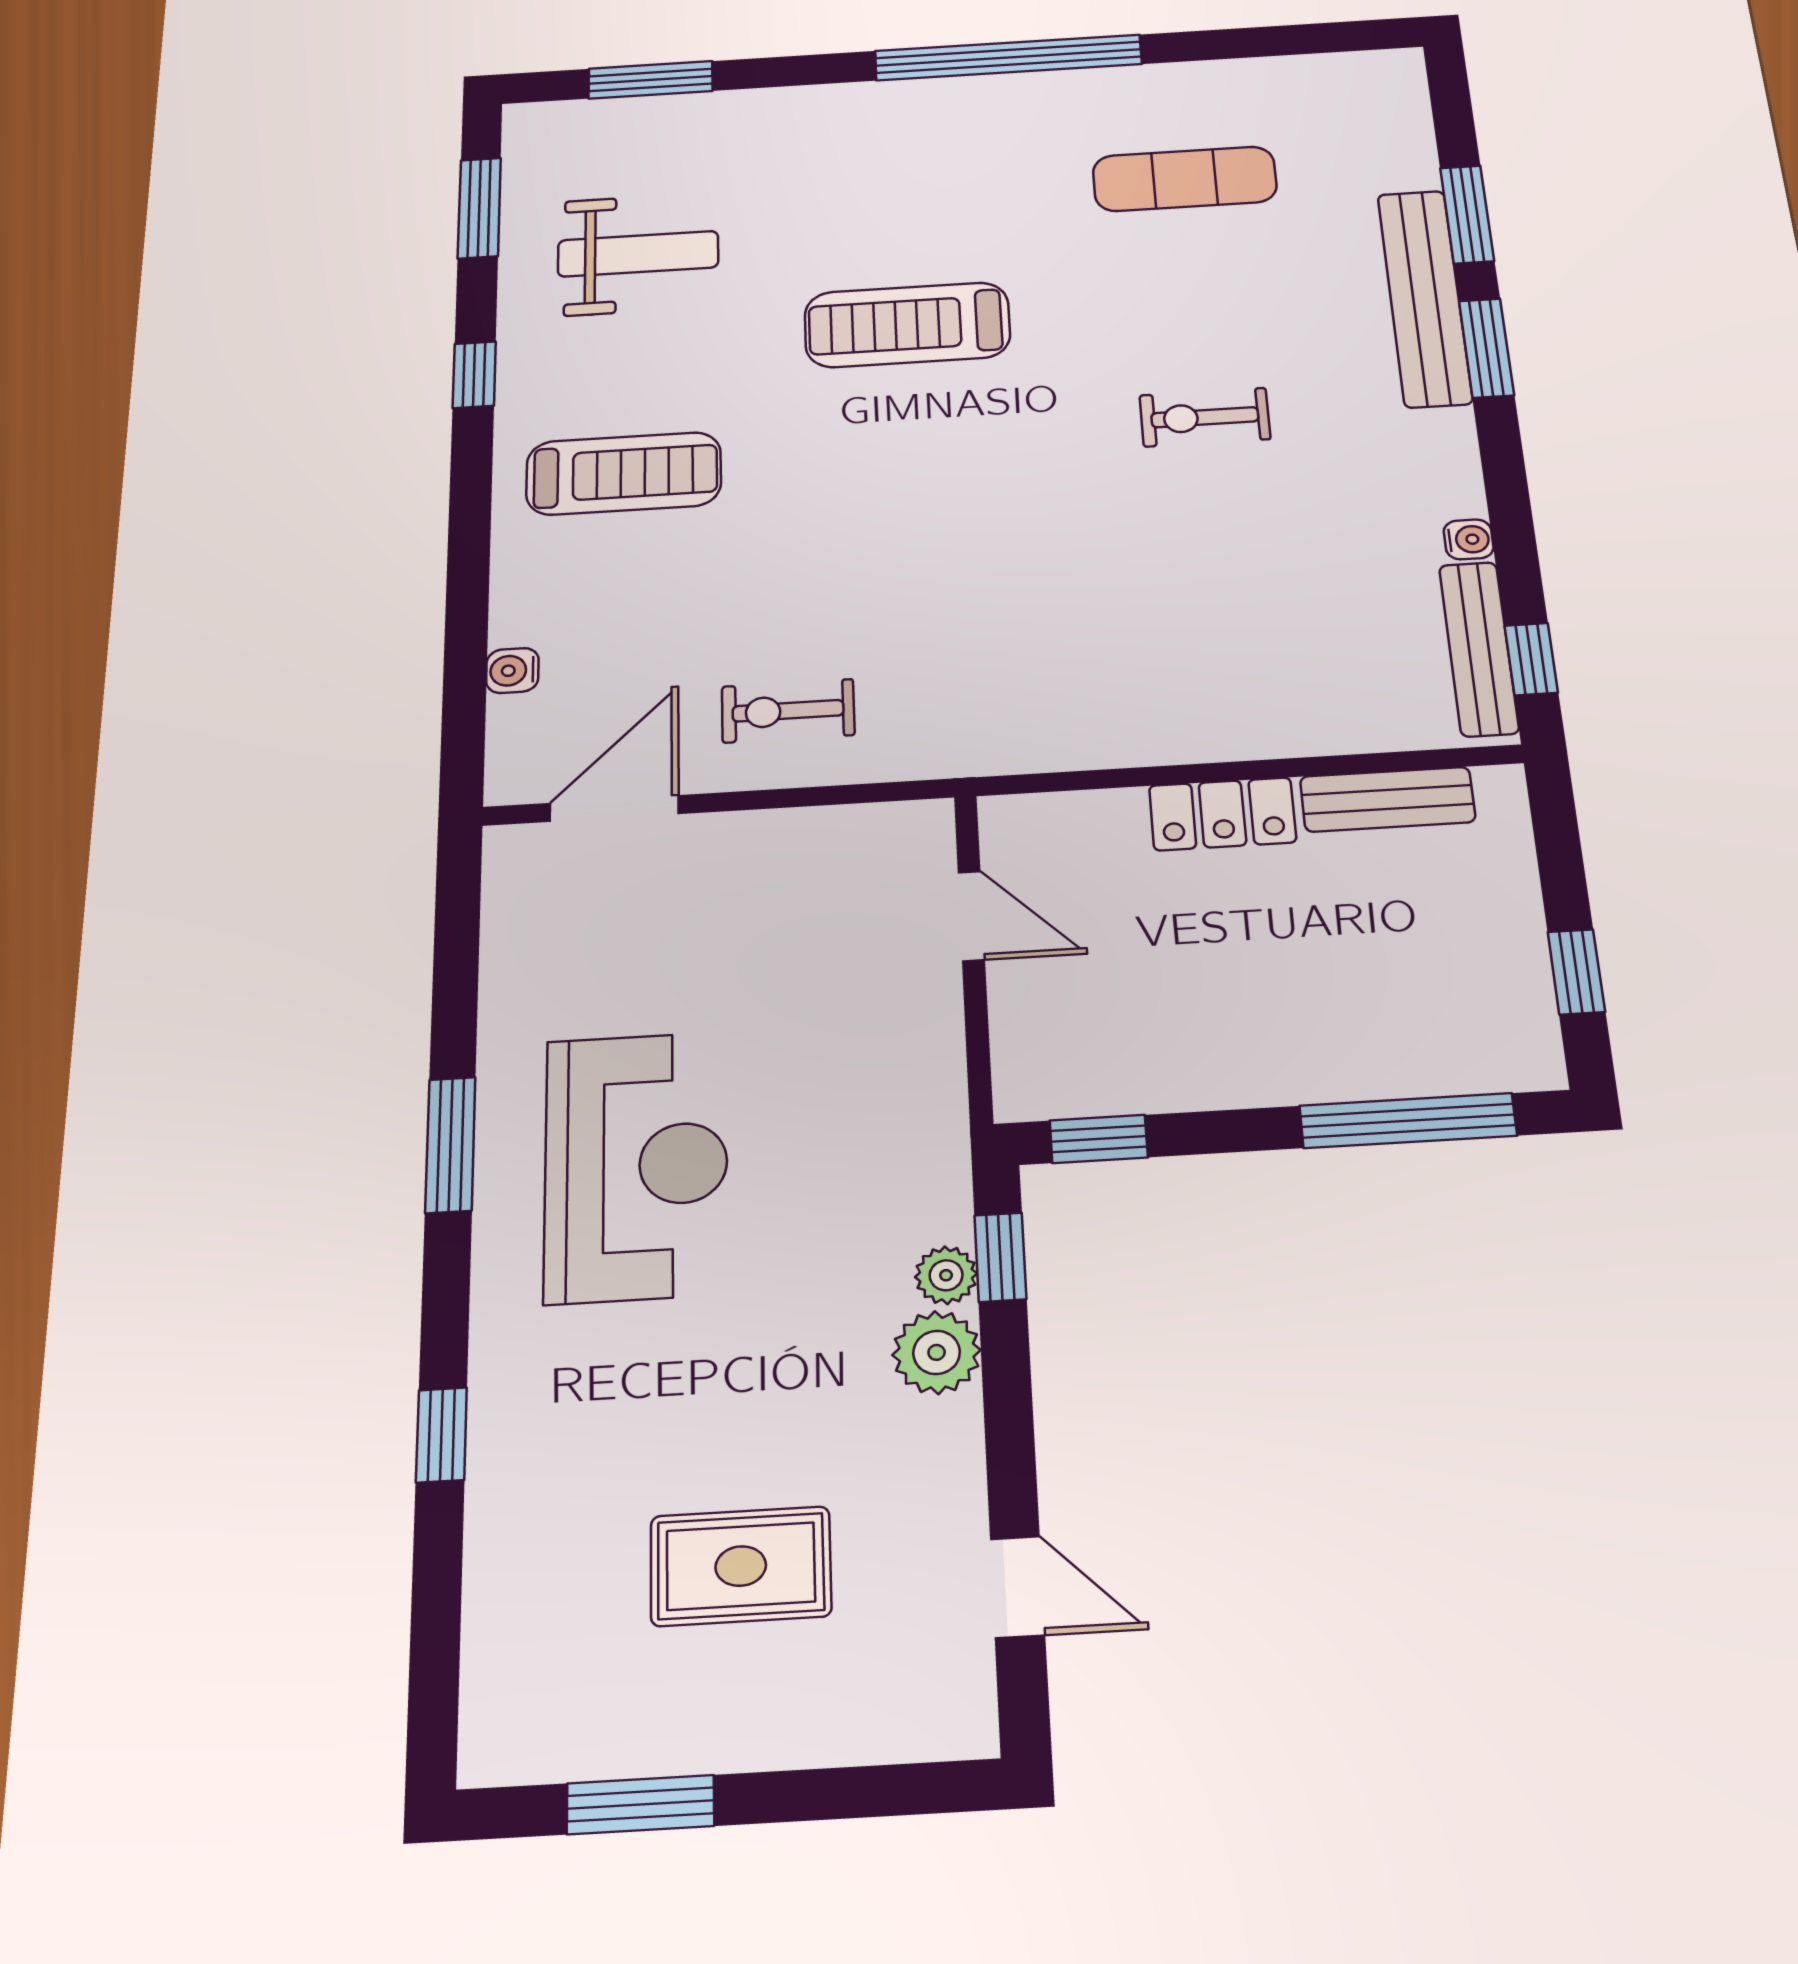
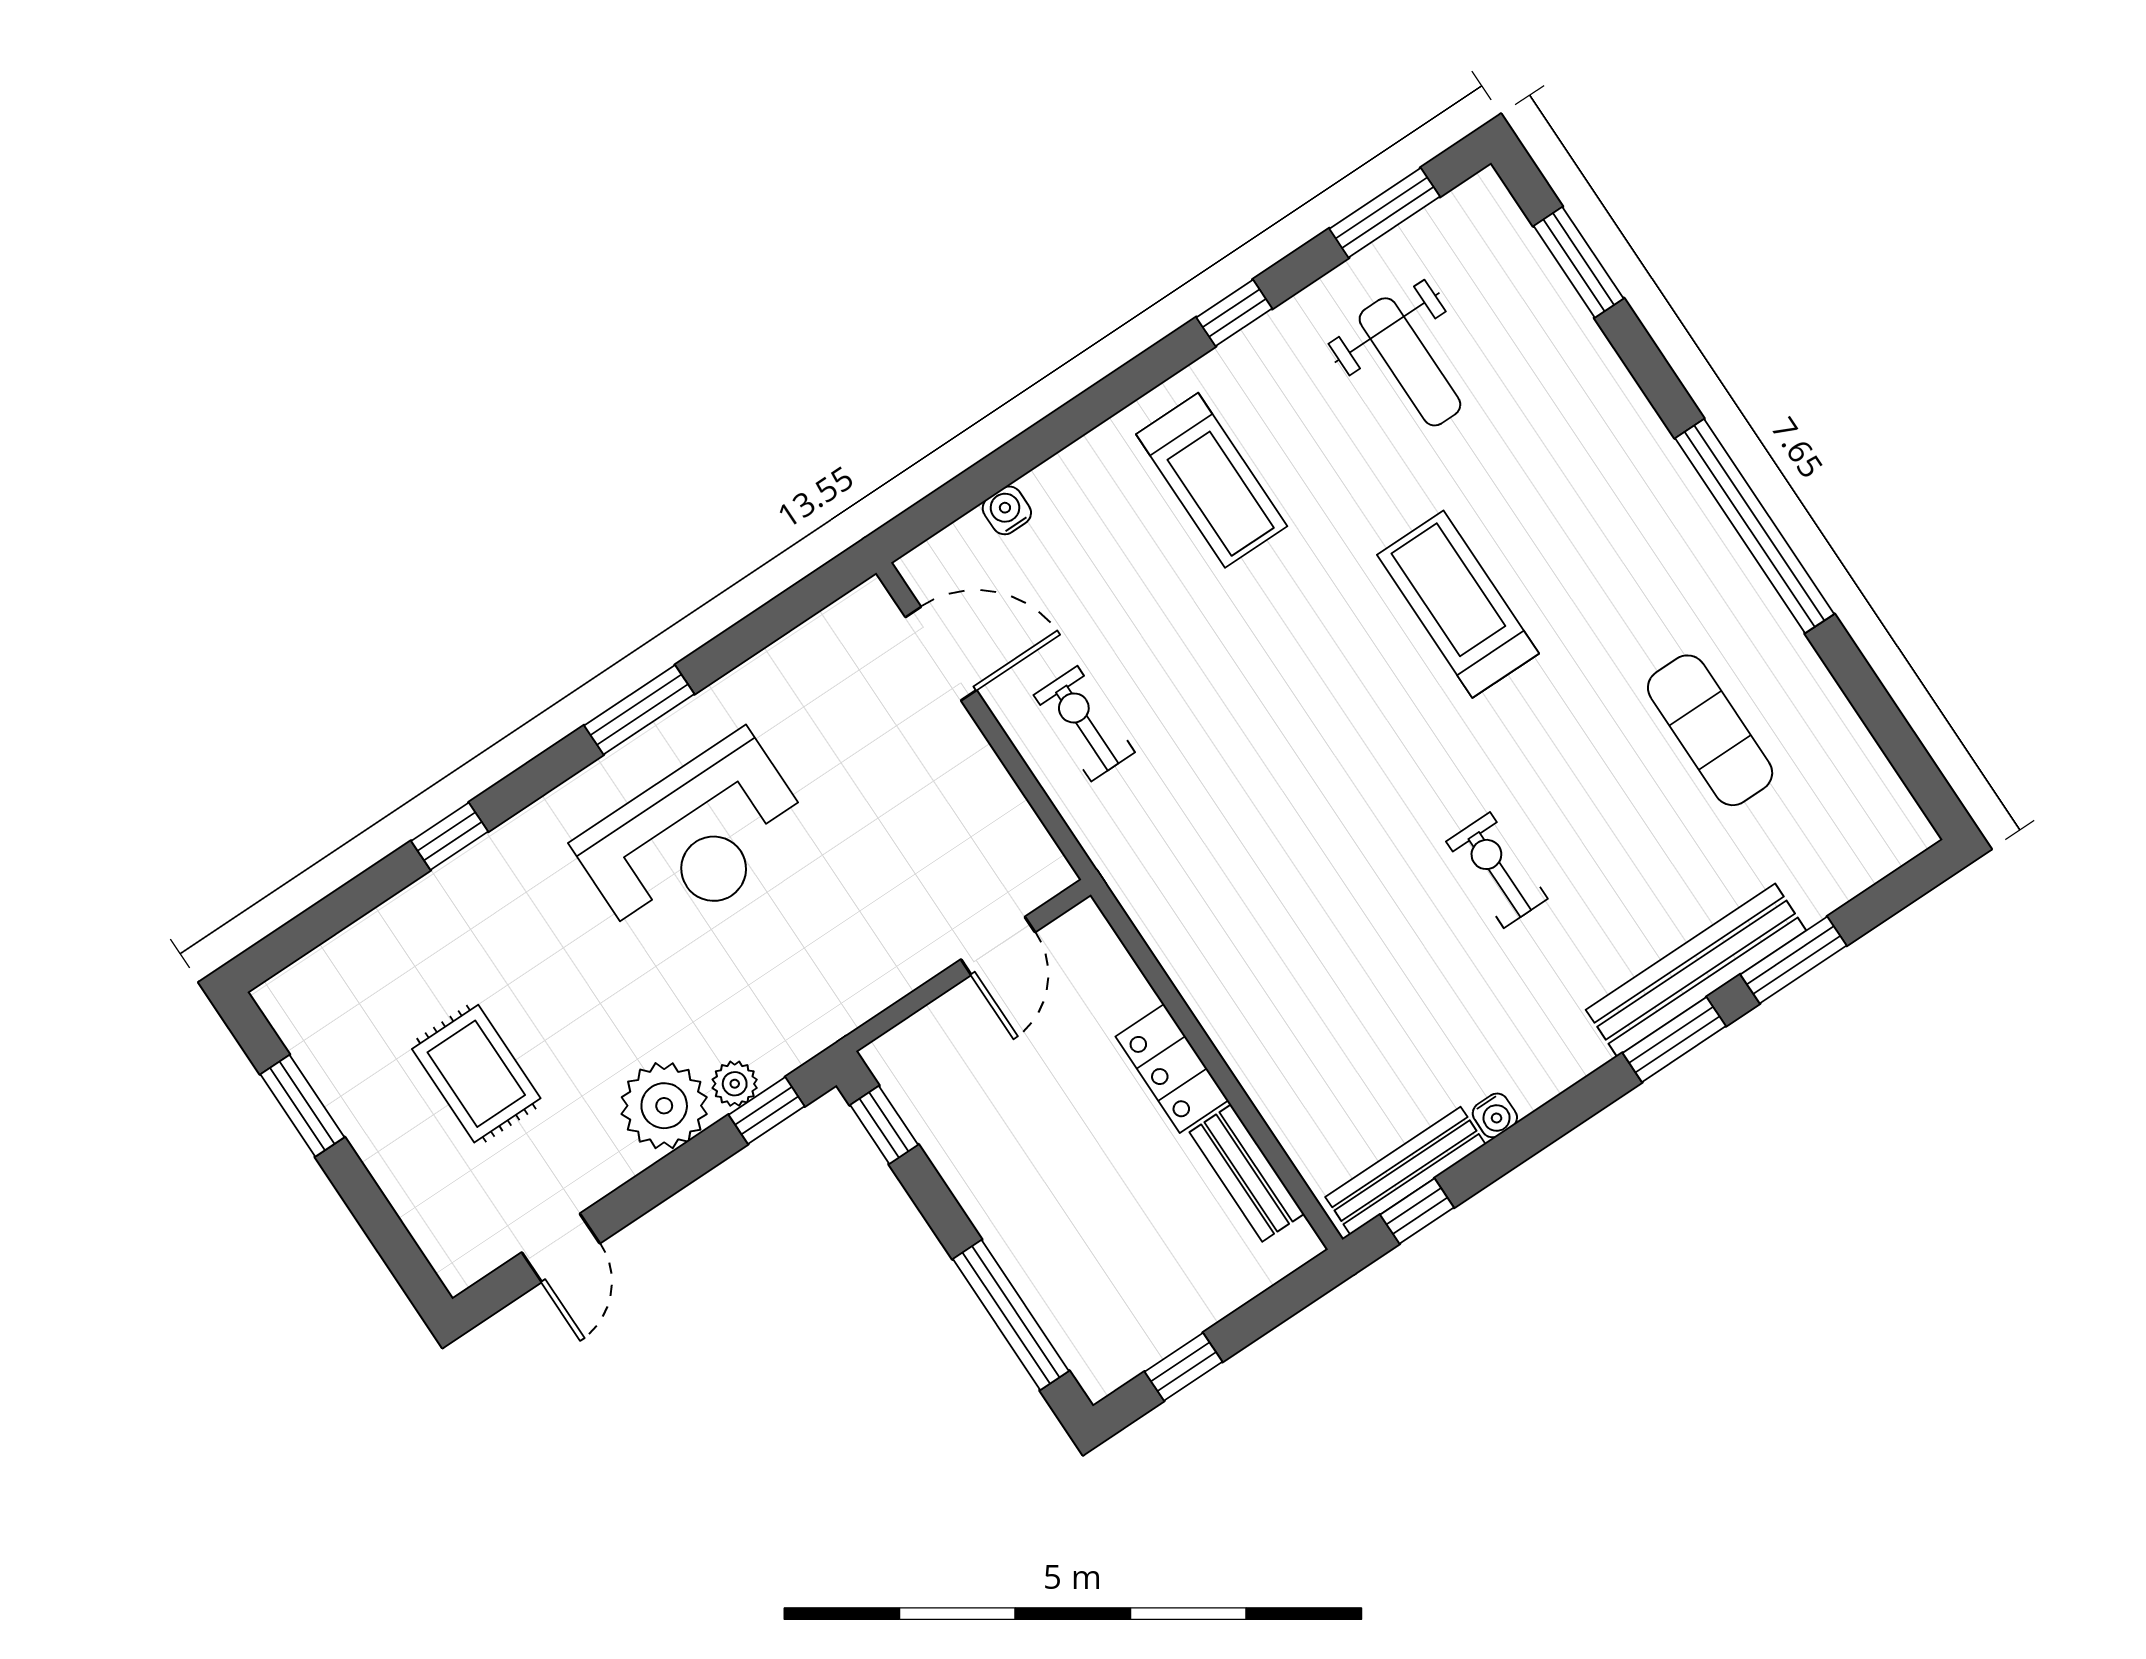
plant: (937, 1352) -> (664, 1106), width x1.36, depth x1.36

